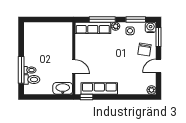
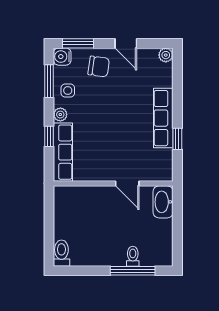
window: (102, 19) -> (49, 136), width x0.46
door: (74, 67) -> (127, 184), swing flipped
toilet: (32, 80) -> (61, 253), moved
row of seats: (99, 89) -> (163, 118), moved
window: (86, 97) -> (177, 139), moved

